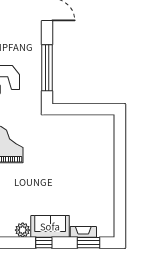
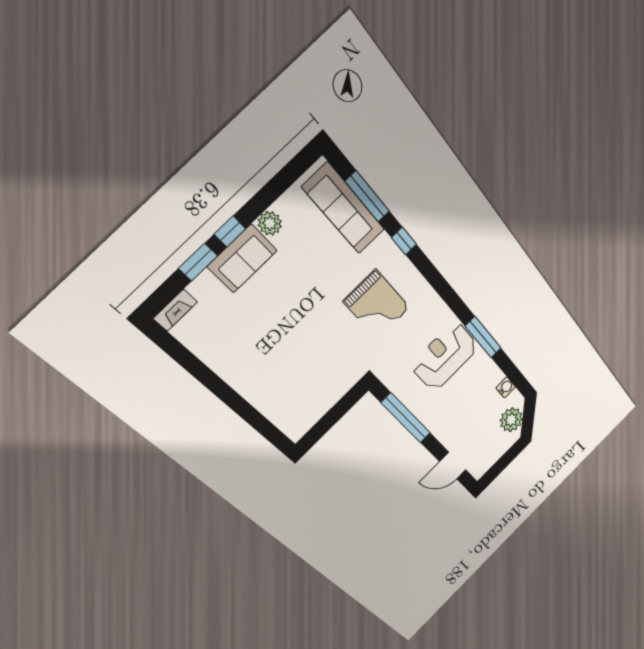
fireplace: (83, 232) -> (175, 310), moved
window: (89, 243) -> (198, 262), moved

